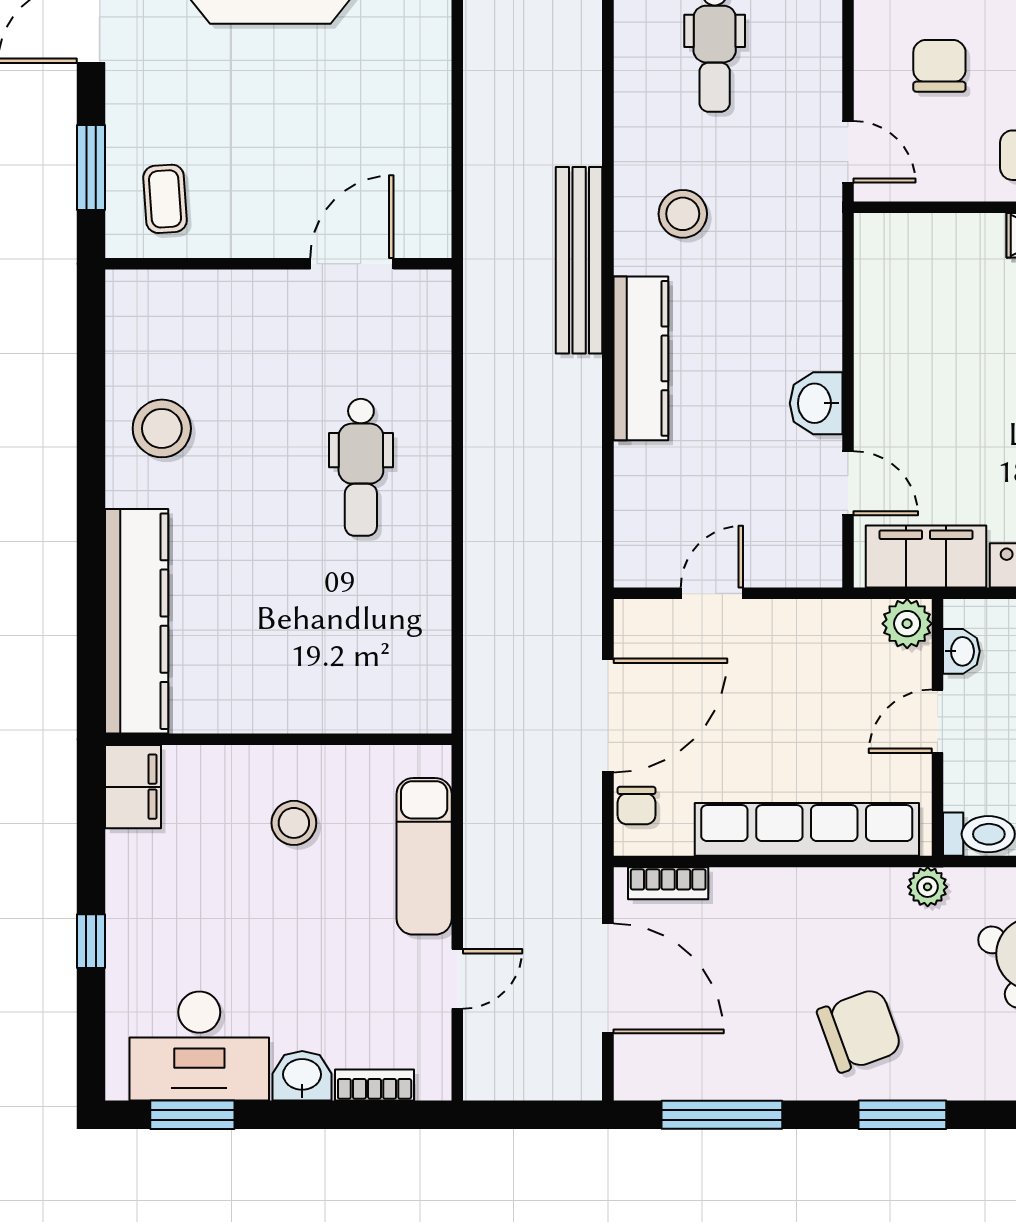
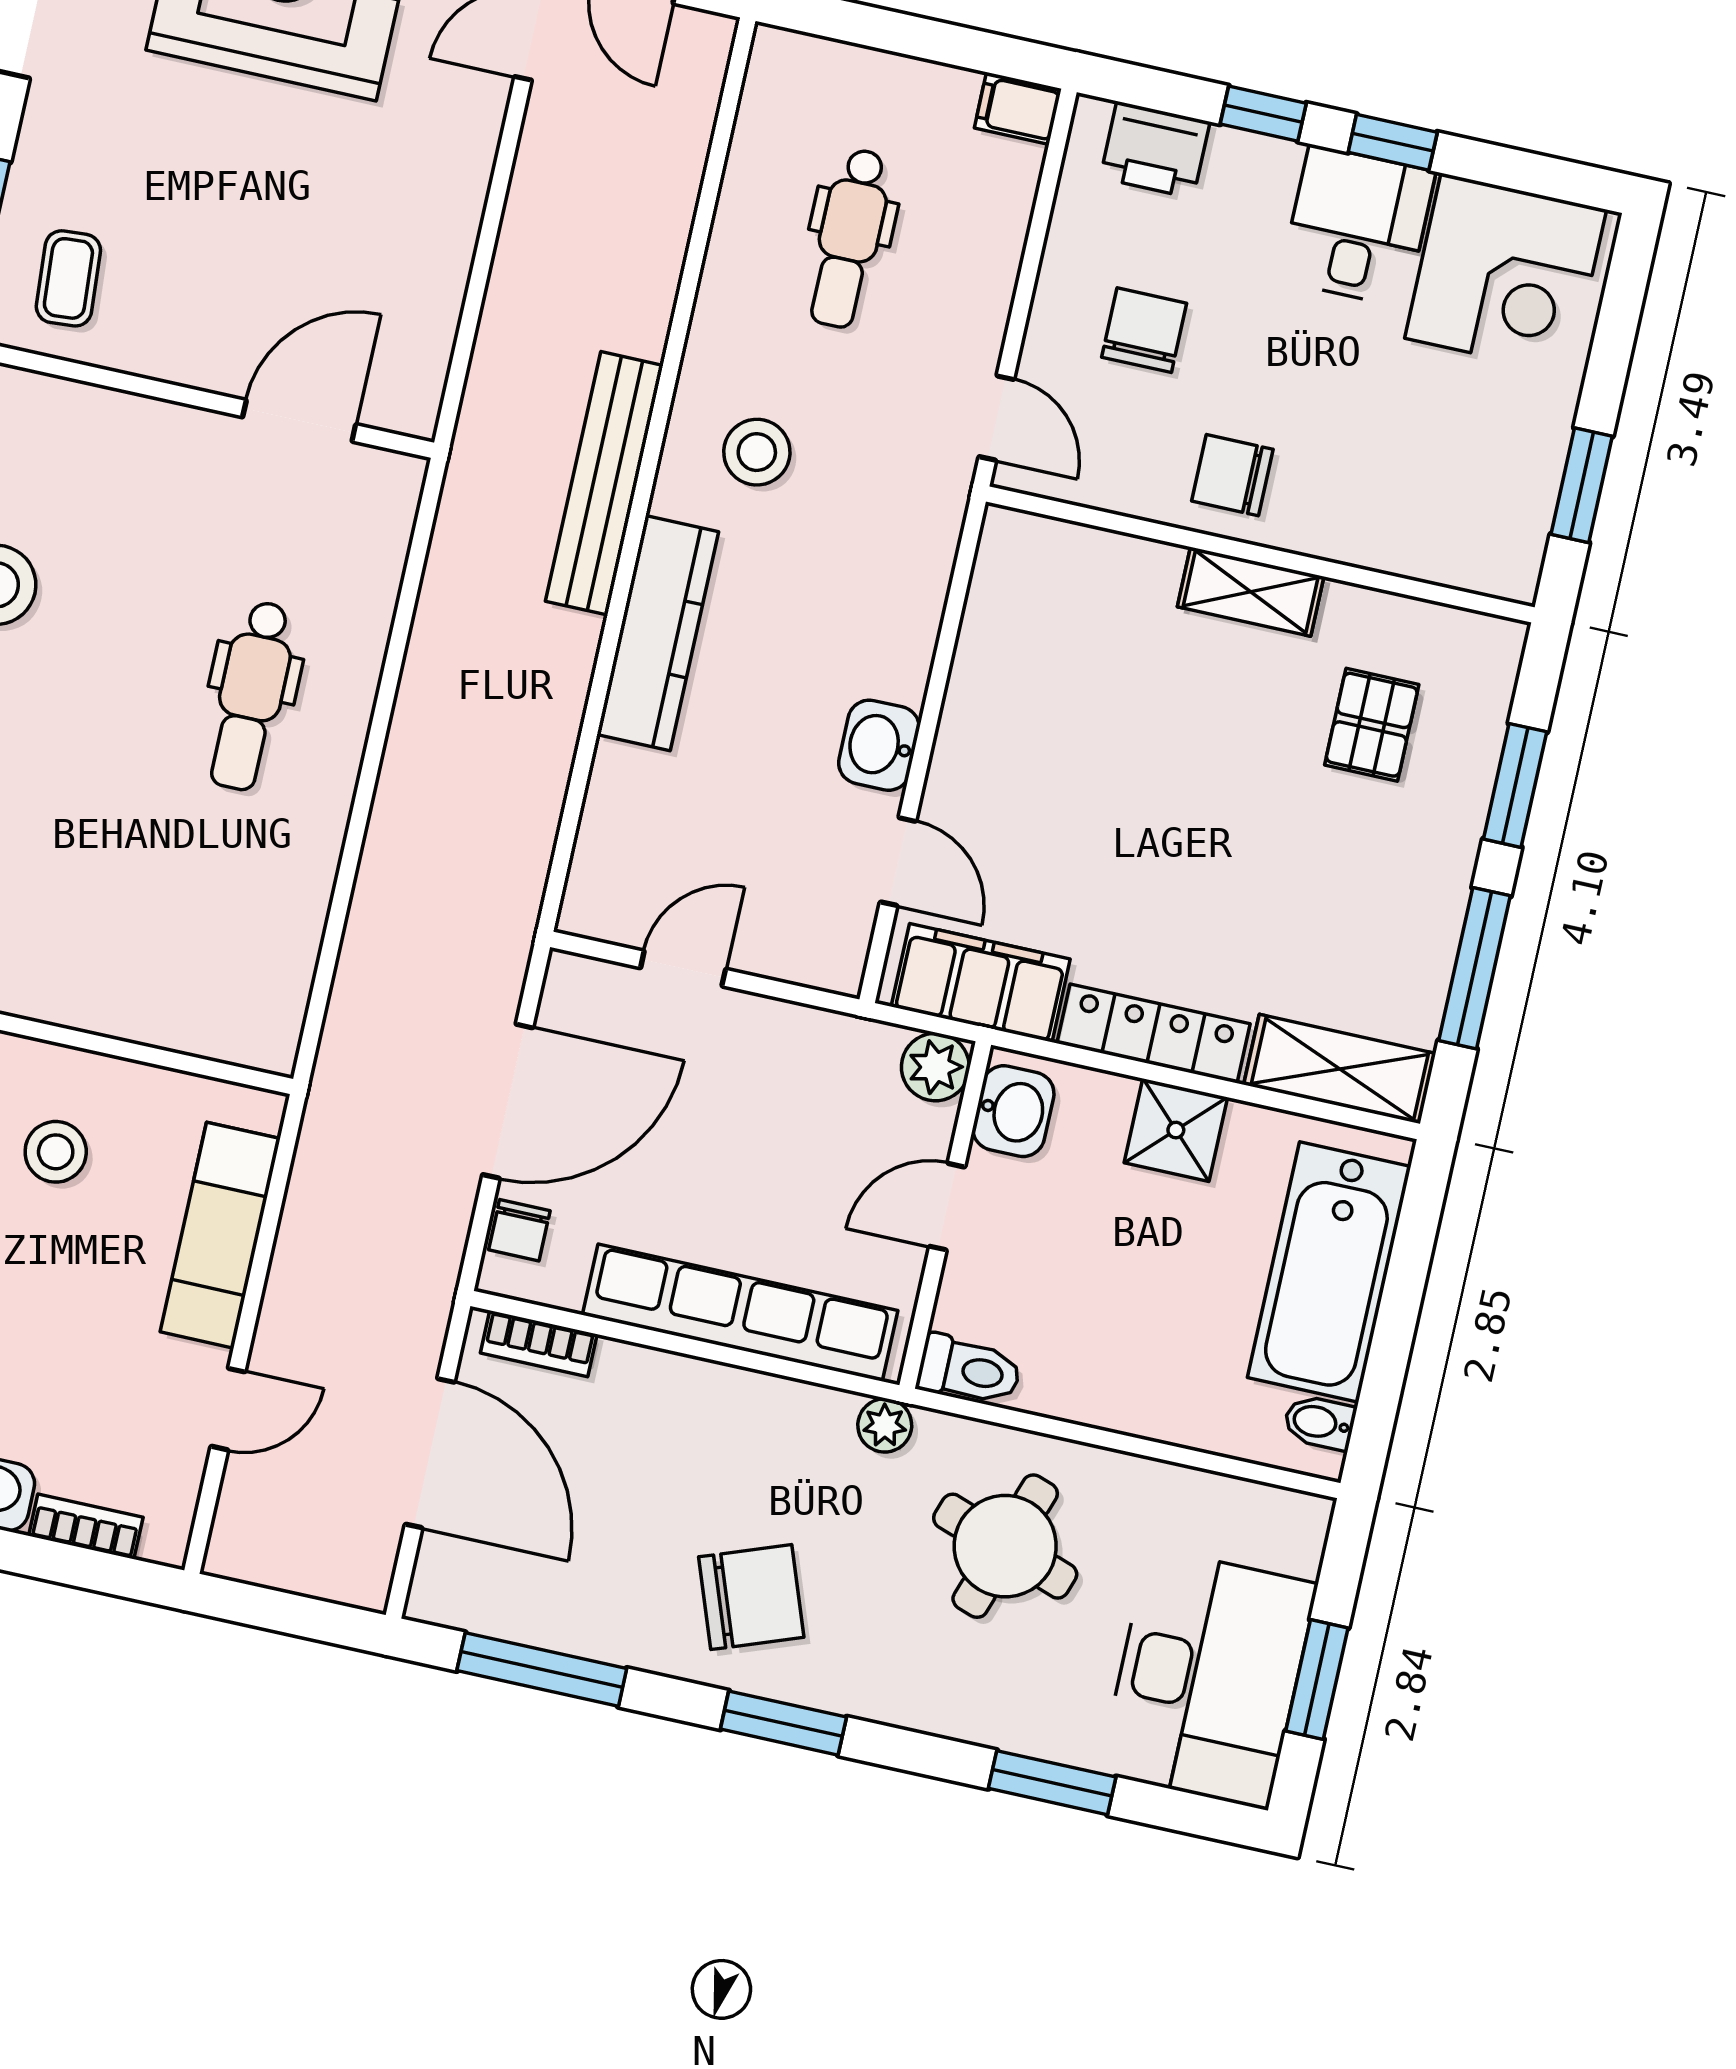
washbasin: (961, 651) -> (1013, 1111), width x1.38, depth x1.45

